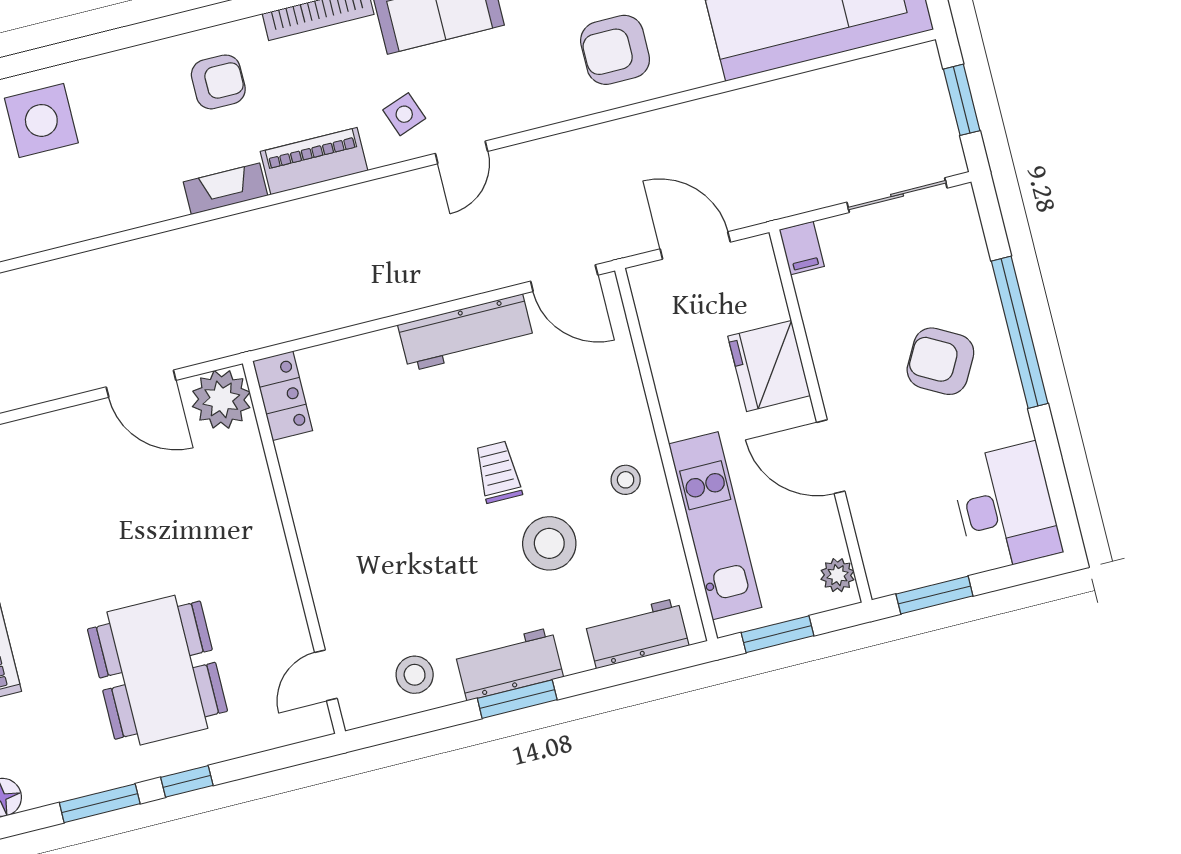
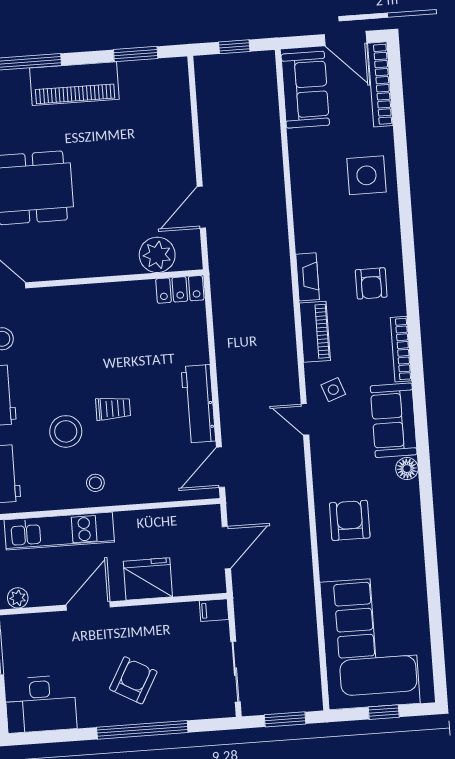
plant: (221, 399) -> (157, 255), moved

